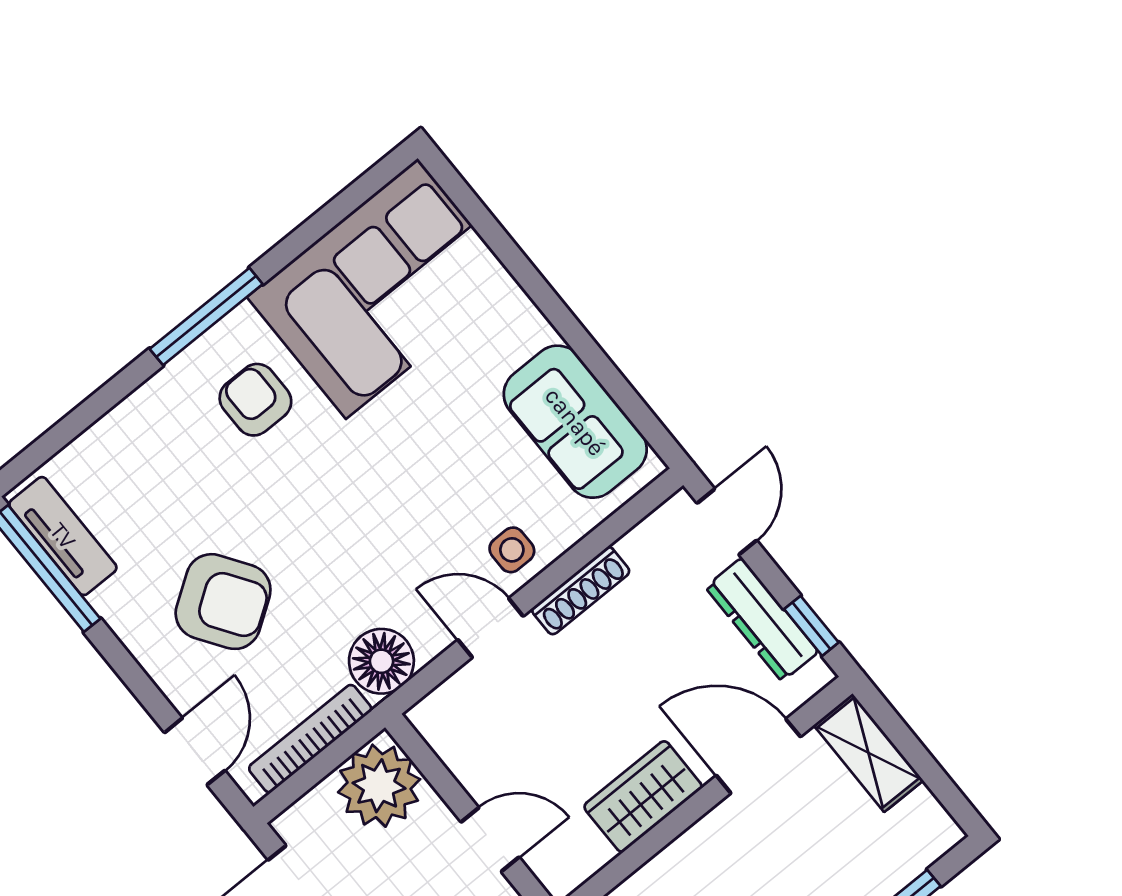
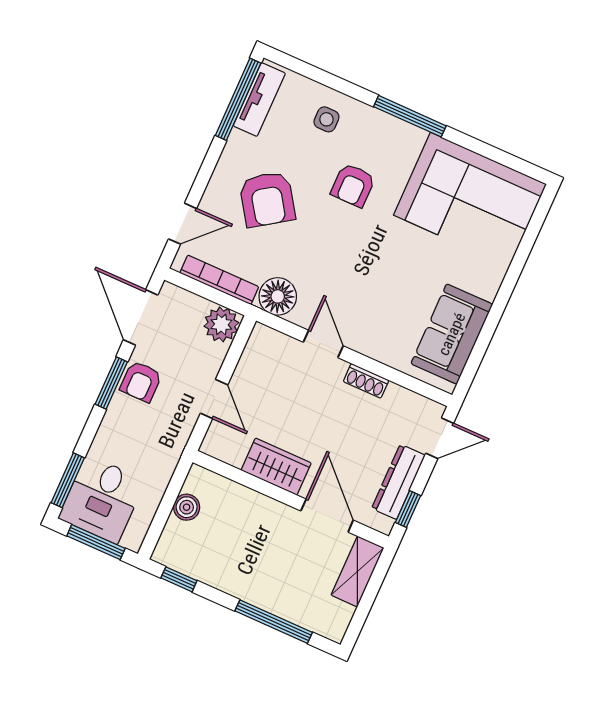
armchair: (255, 400) -> (353, 185), moved, turned 180
side table: (512, 550) -> (326, 119), moved
shoe rack: (581, 591) -> (366, 381), width x0.70
plant: (379, 786) -> (221, 324), width x0.73, depth x0.73

